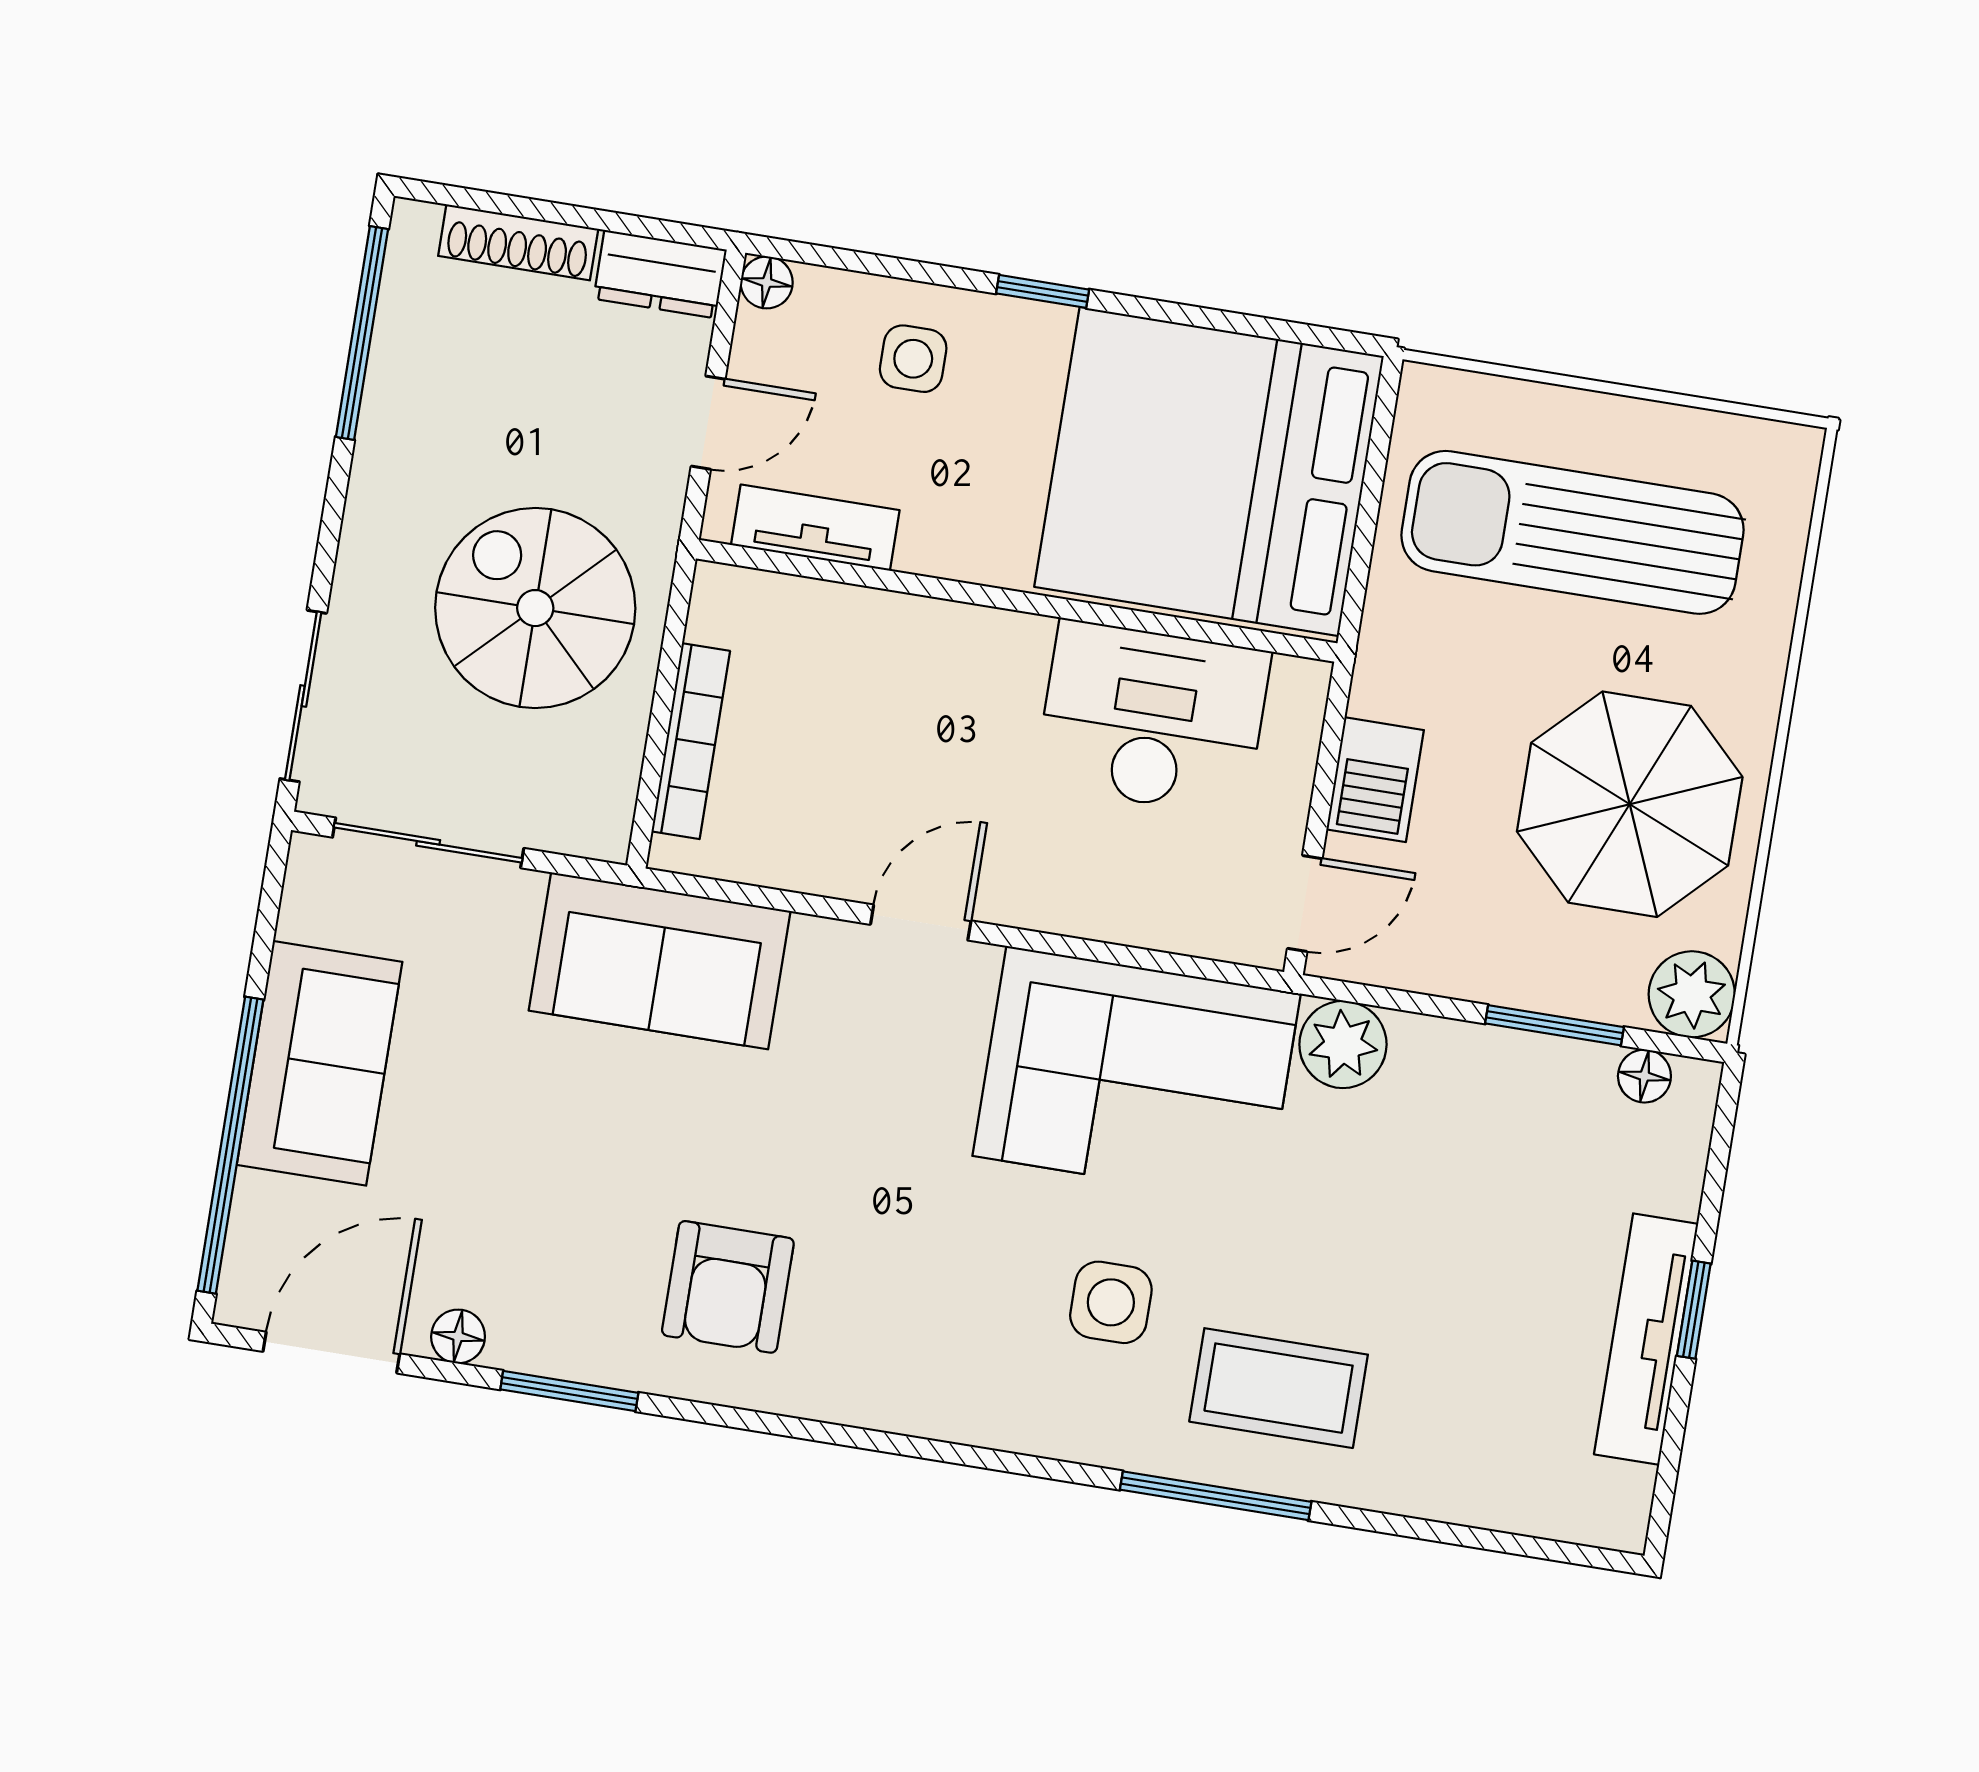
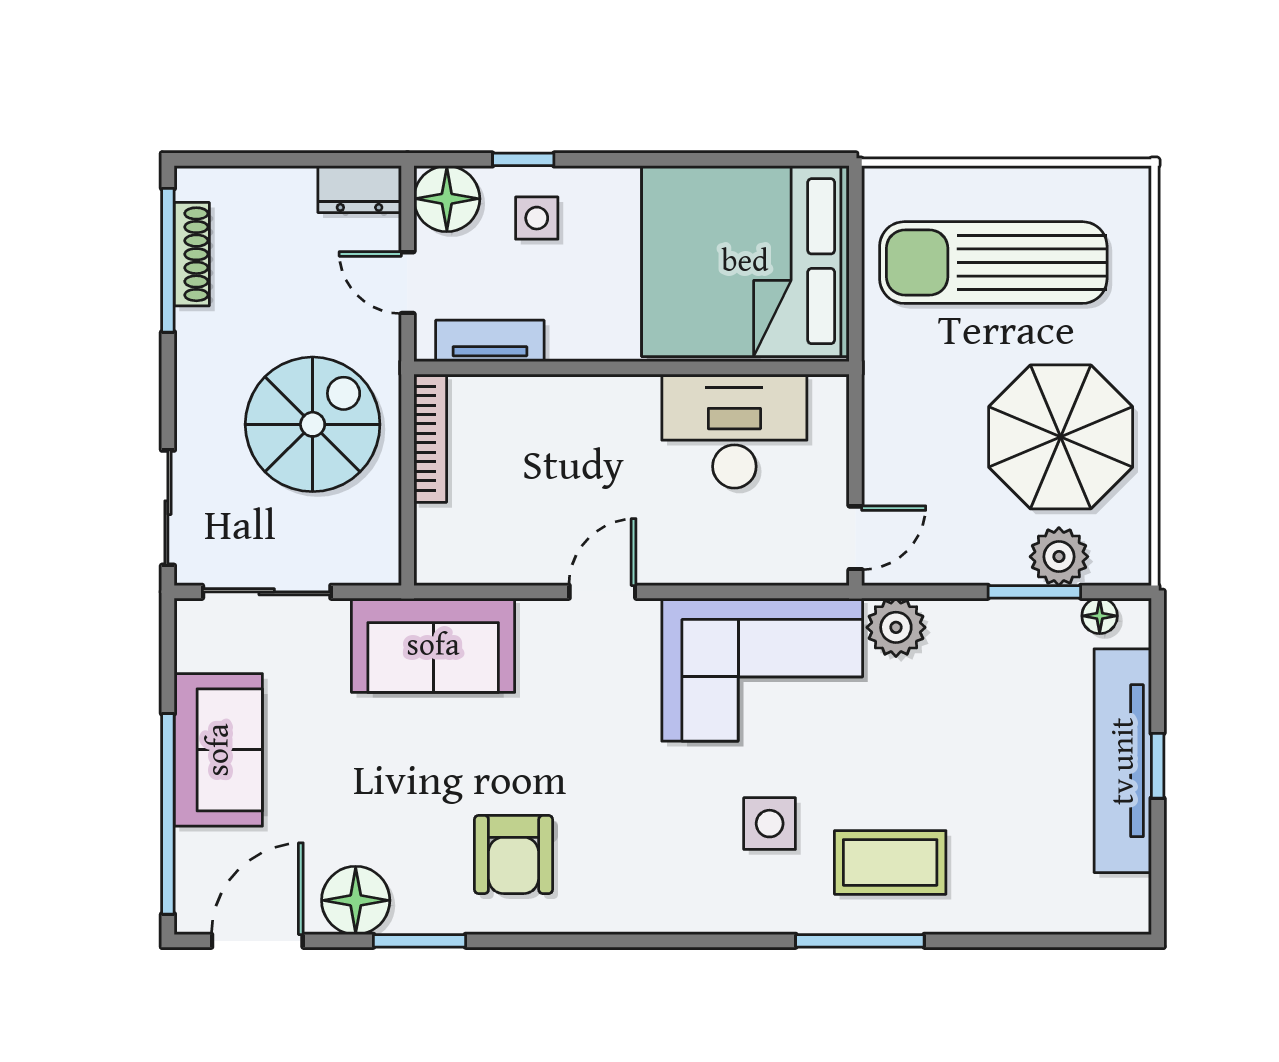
shoe rack: (518, 242) -> (192, 254), moved, turned -90
floor lamp: (767, 282) -> (447, 199), width x1.89, depth x1.89
window: (1043, 291) -> (523, 159), moved
door: (708, 423) -> (408, 283), swing flipped
spiral stairs: (535, 608) -> (313, 424), turned 90
bookcase: (691, 741) -> (430, 438), moved
barbecue: (1375, 780) -> (889, 448), removed
plant: (1692, 994) -> (1059, 557), moved
floor lamp: (458, 1336) -> (356, 900), width x1.89, depth x1.89
tv unit: (1646, 1339) -> (1123, 761), width x1.36, depth x1.29

